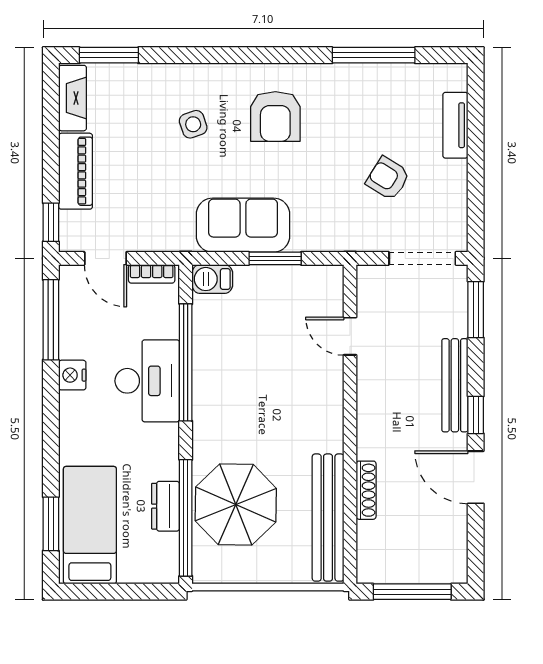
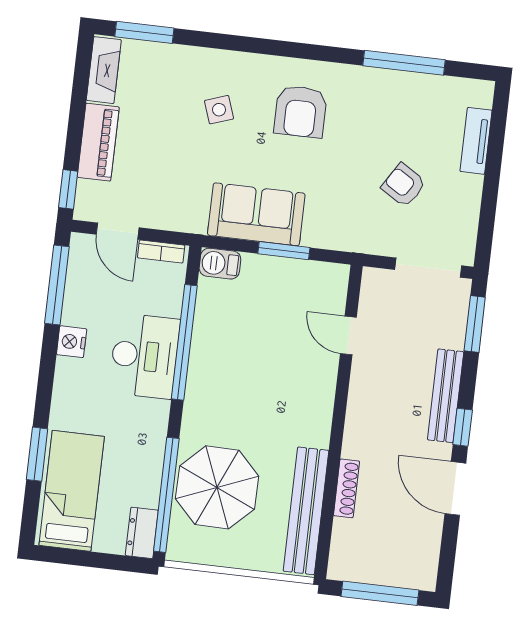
dresser: (165, 506) -> (142, 533), moved
window: (51, 524) -> (37, 454), moved

